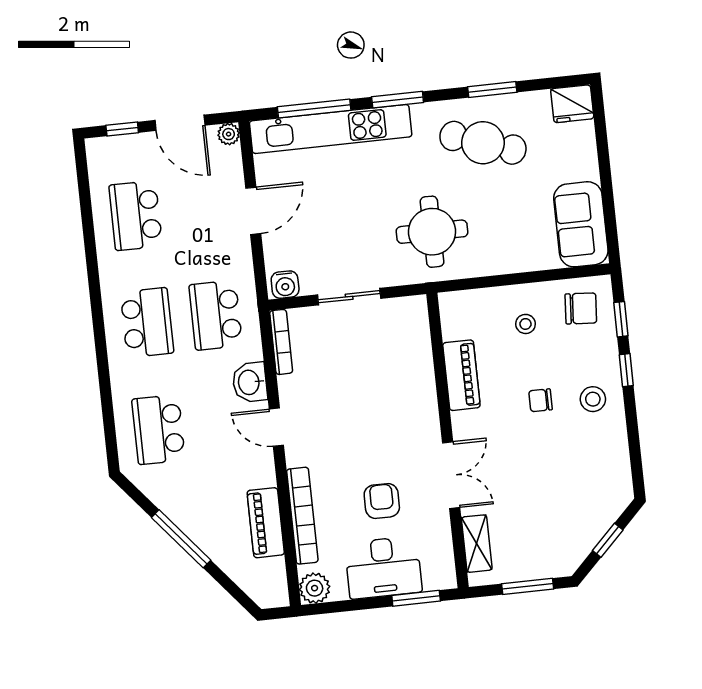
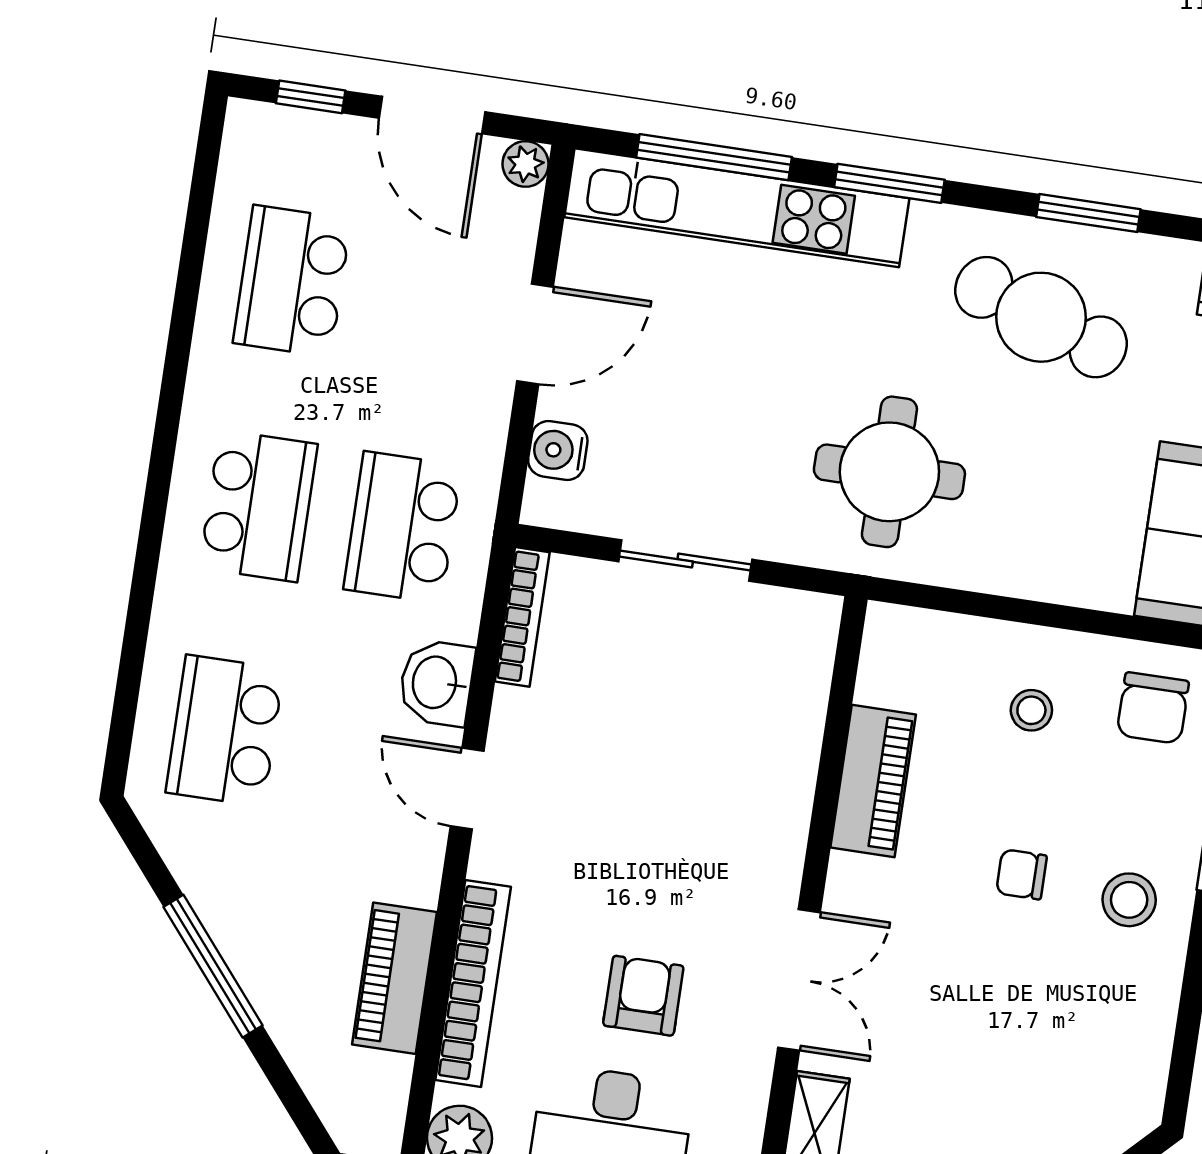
water cooler: (285, 285) -> (558, 450), moved, turned 90
chair: (581, 308) -> (1153, 708), turned 86

